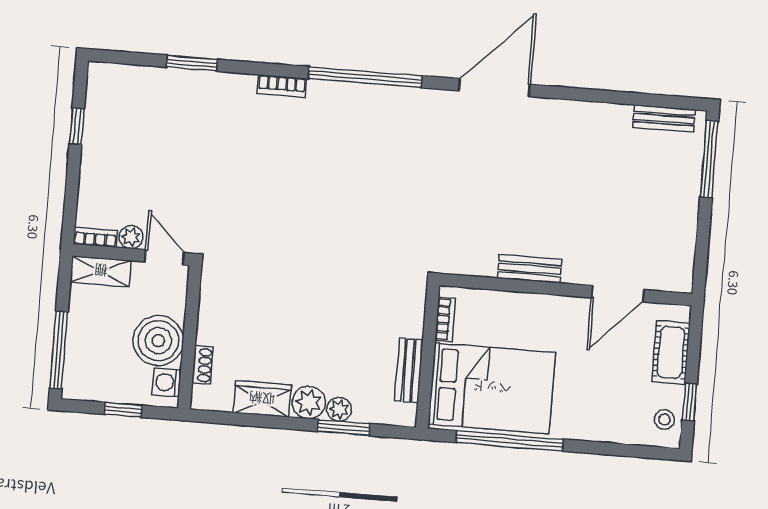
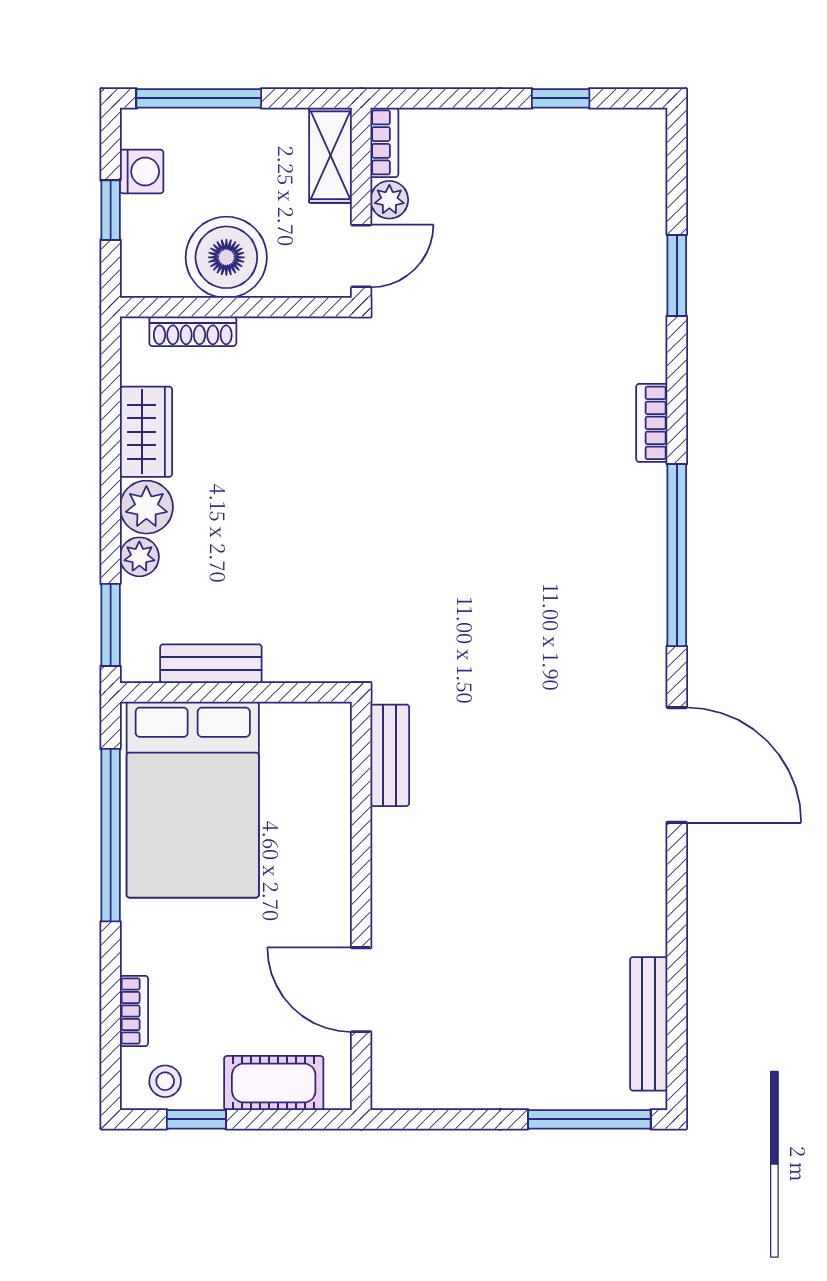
bench: (664, 119) -> (649, 1024), width x1.36
bench: (529, 269) -> (390, 755), moved
bookcase: (445, 319) -> (134, 1011), moved, turned -90
shoe rack: (202, 365) -> (193, 331), width x1.43
washing machine: (167, 382) -> (142, 171), moved, turned 90
window: (343, 428) -> (111, 625), moved

